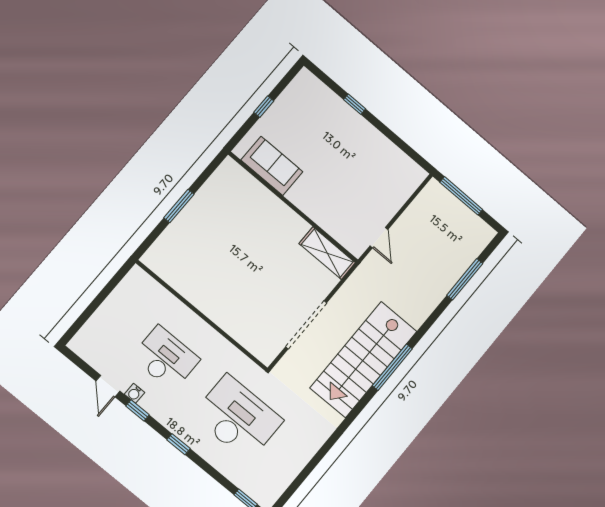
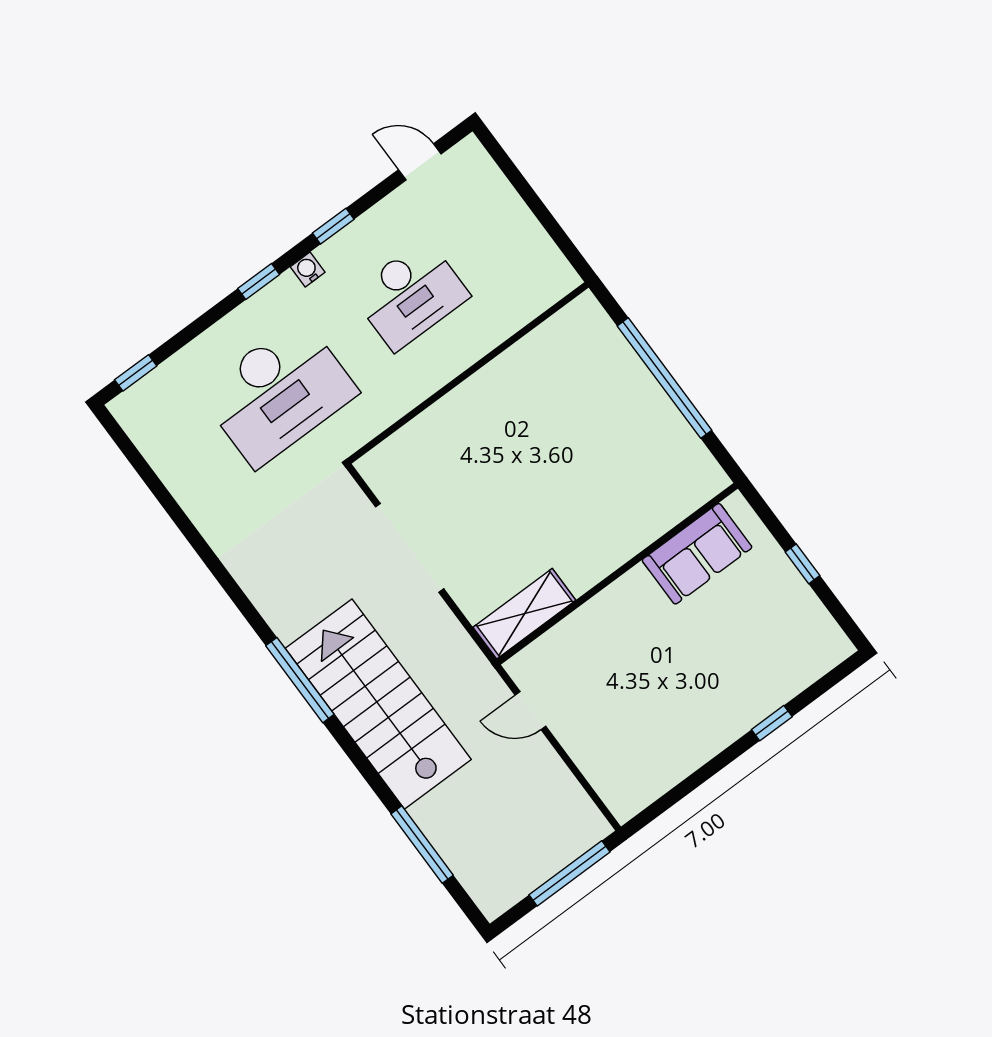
window: (179, 206) -> (665, 378), width x2.11
stairs: (363, 360) -> (378, 704), moved
door: (108, 386) -> (420, 162), moved
water cooler: (135, 393) -> (308, 269), moved

